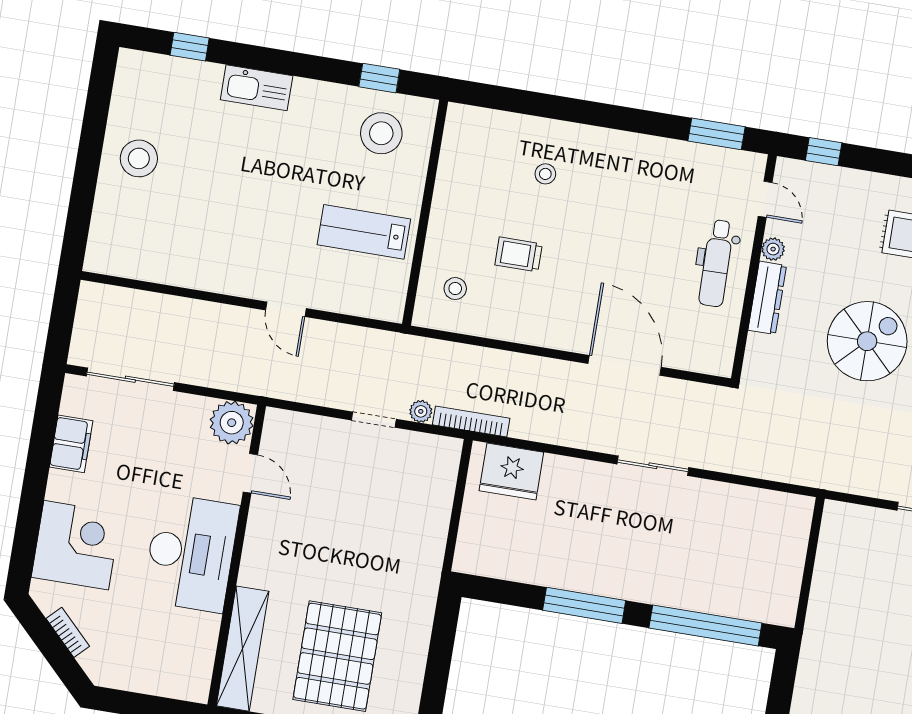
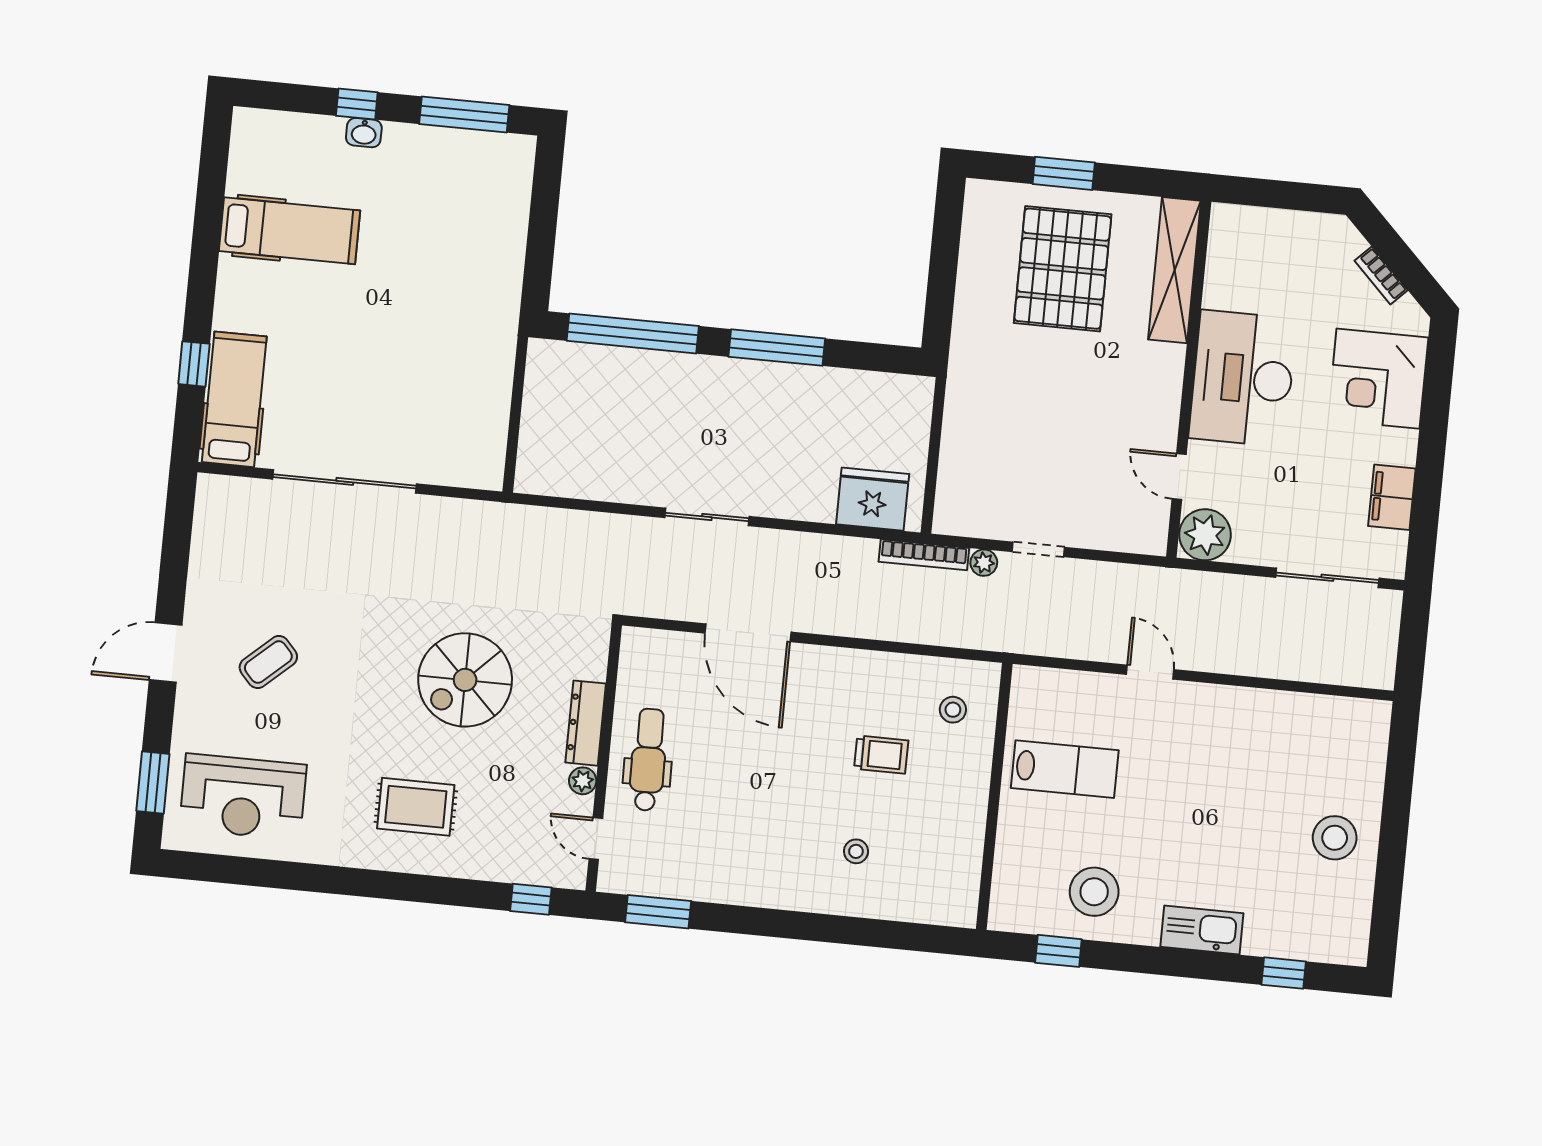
stool: (381, 133) -> (1094, 892), moved

